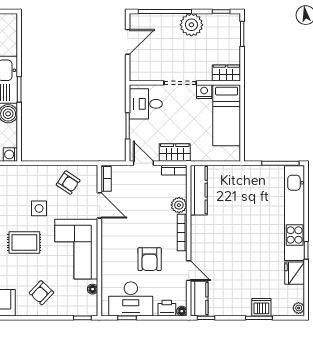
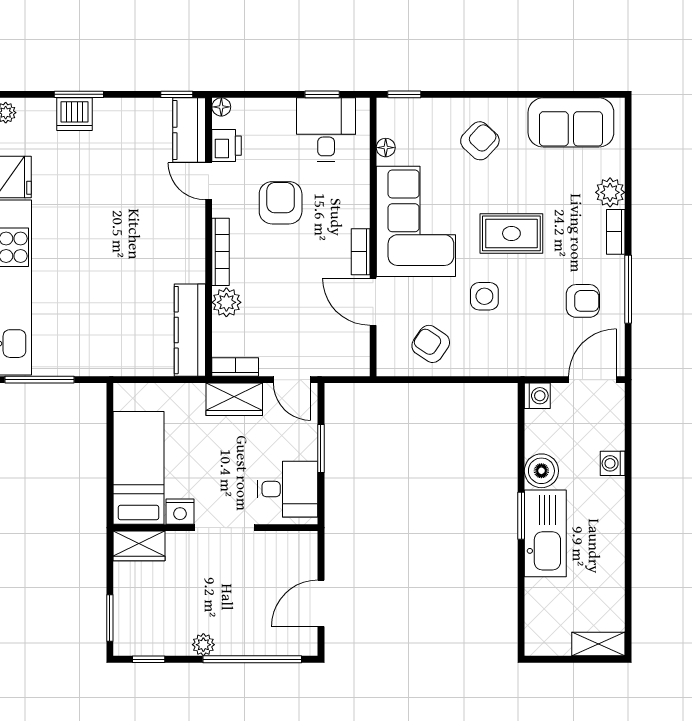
plant: (191, 25) -> (203, 645), width x0.53, depth x0.53
bookcase: (106, 179) -> (361, 252), moved
desk: (131, 299) -> (326, 129), width x0.73
printer: (167, 308) -> (227, 146), moved, turned -90

